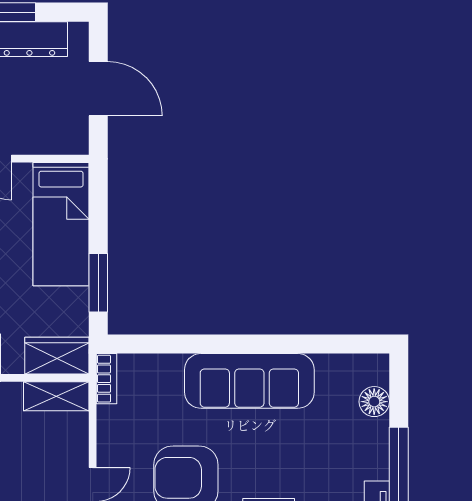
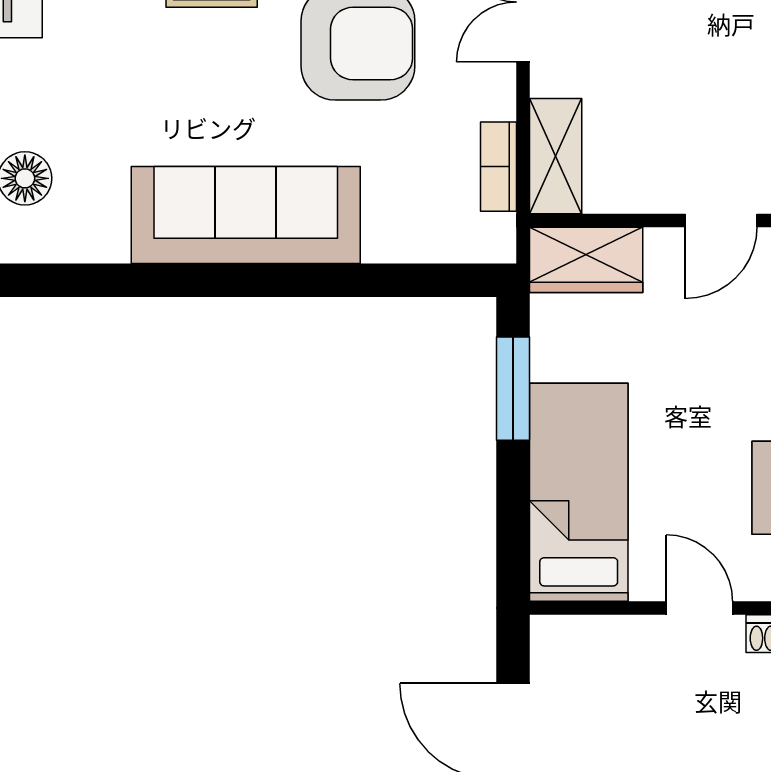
bookcase: (106, 379) -> (498, 167), moved
shelving: (56, 396) -> (556, 156), moved, turned 90

